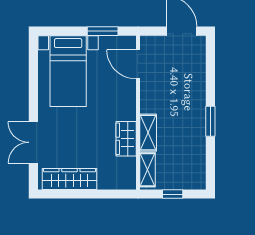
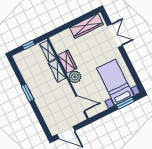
window: (103, 31) -> (125, 103), moved
plant: (126, 110) -> (75, 77), added

